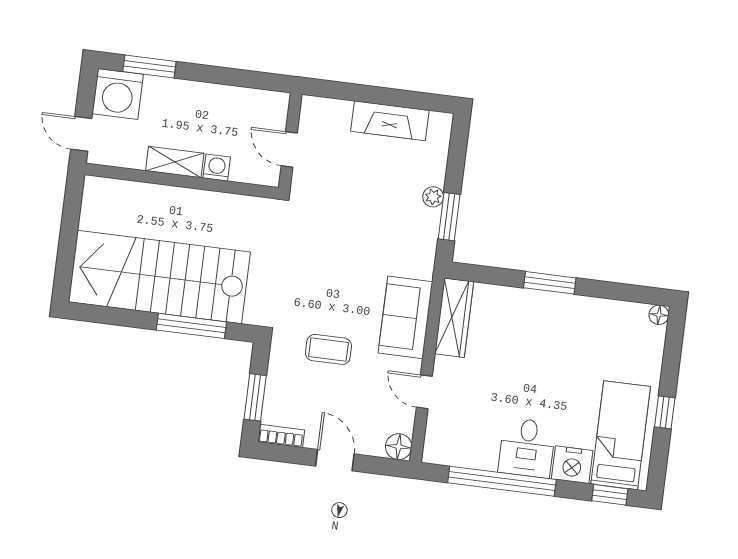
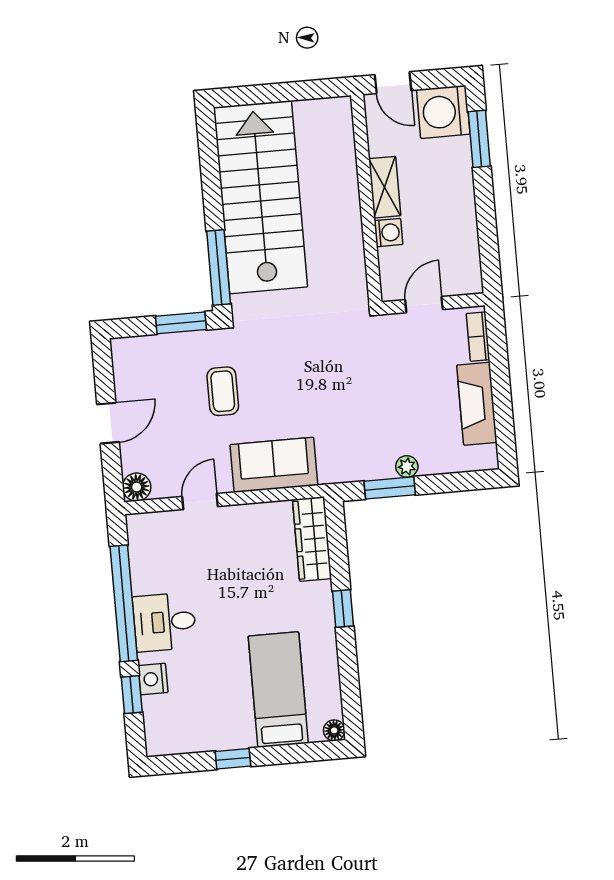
door: (81, 134) -> (393, 83), swing flipped
window: (550, 283) -> (343, 609), width x0.67
wardrobe: (454, 318) -> (312, 539), moved, turned 90
window: (191, 326) -> (219, 268), moved
window: (255, 397) -> (181, 323), moved
bed: (621, 435) -> (278, 690), moved, turned -90
bookcase: (281, 436) -> (478, 337), moved, turned 180
nightstand: (572, 465) -> (153, 679), width x0.74, depth x0.75
window: (610, 495) -> (132, 695), moved

